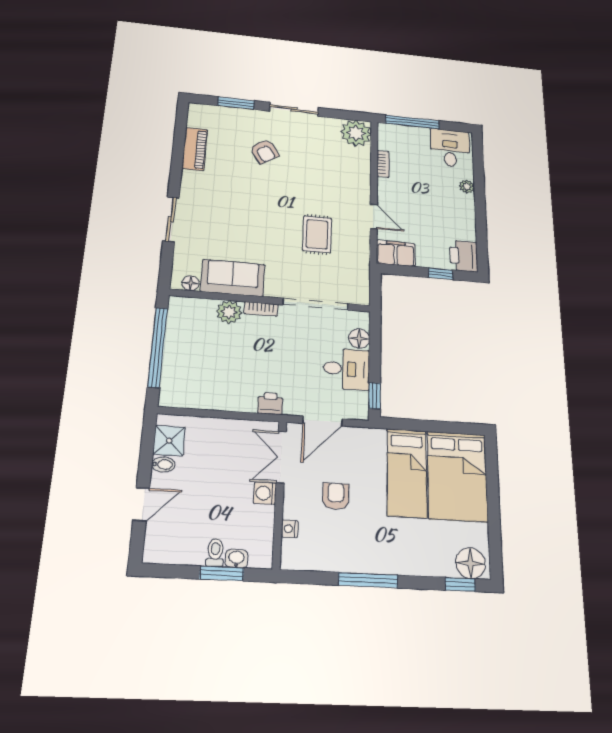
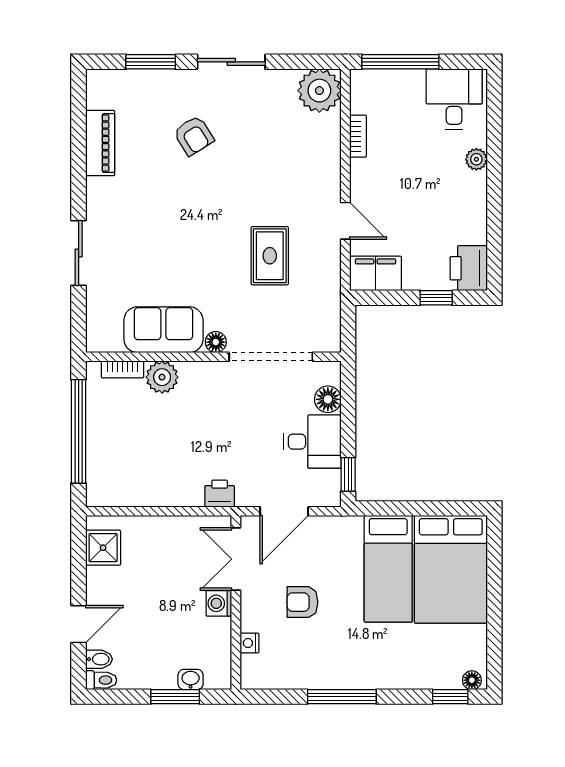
floor lamp: (191, 283) -> (216, 342), moved
bookcase: (261, 309) -> (122, 369), moved
bidet: (163, 465) -> (99, 659), moved
armchair: (336, 496) -> (302, 602), turned -90
toilet: (215, 553) -> (101, 680), moved, turned 90
floor lamp: (471, 563) -> (472, 680), width x0.53, depth x0.53

